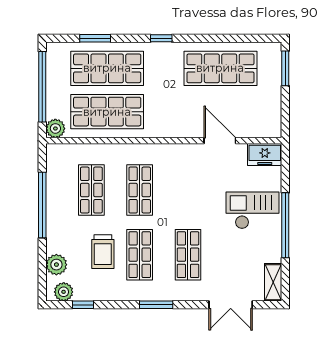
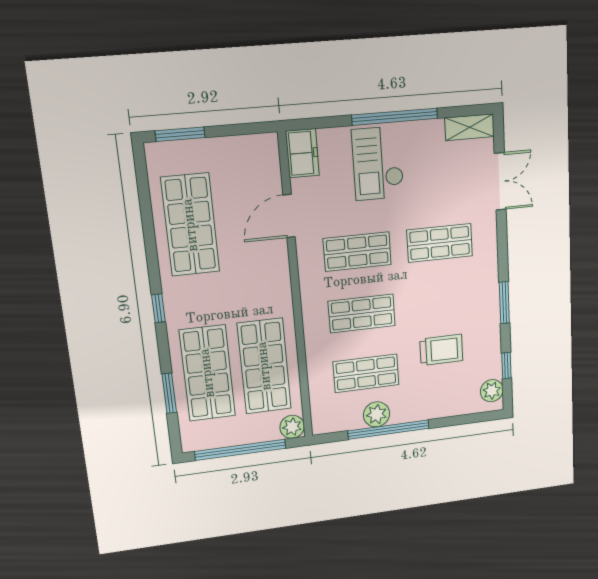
shop shelf: (140, 255) -> (357, 252), moved
plant: (56, 265) -> (377, 414), moved
window: (156, 305) -> (504, 303), moved

